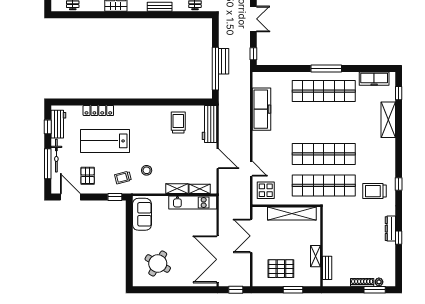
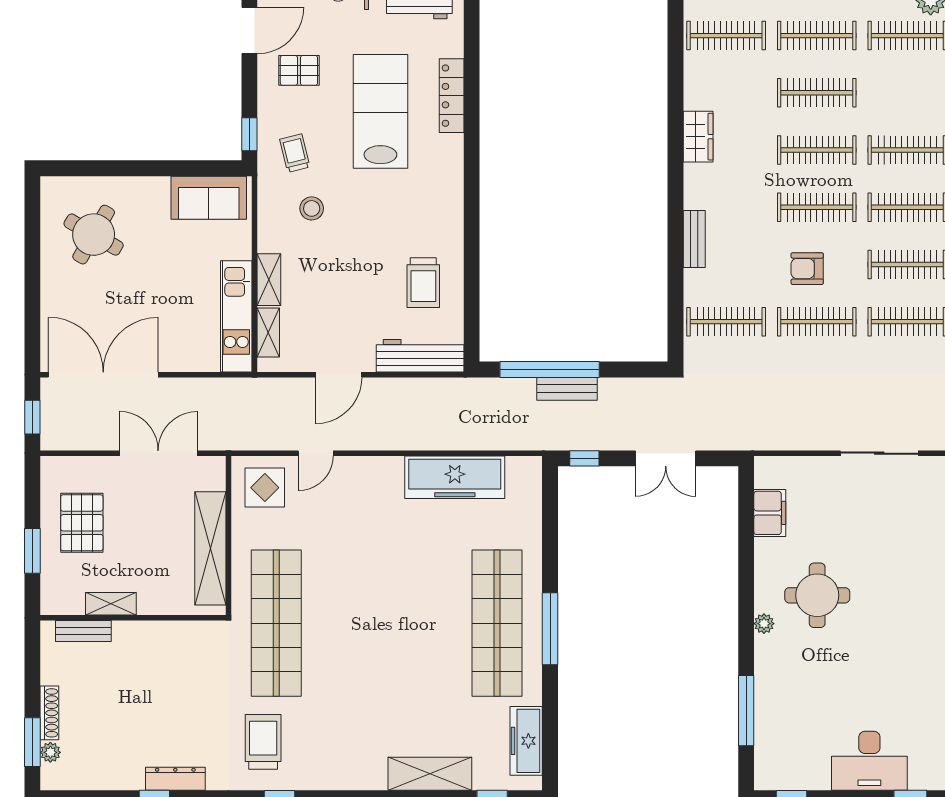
trolley: (178, 123) -> (423, 283), turned 90
shop shelf: (324, 154) -> (350, 623), removed

